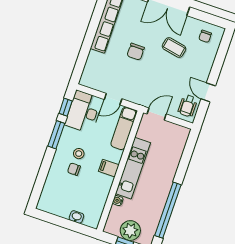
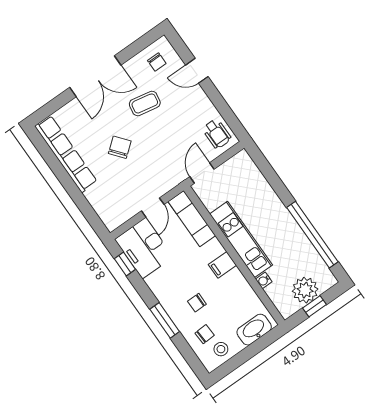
chair: (136, 52) -> (120, 147), turned -129
door: (208, 92) -> (197, 71), moved
window: (56, 135) -> (165, 320), moved
stool: (79, 154) -> (221, 349), moved
chair: (58, 188) -> (205, 334), added
washbasin: (76, 217) -> (254, 330), width x1.91, depth x1.45

